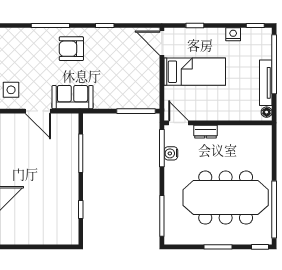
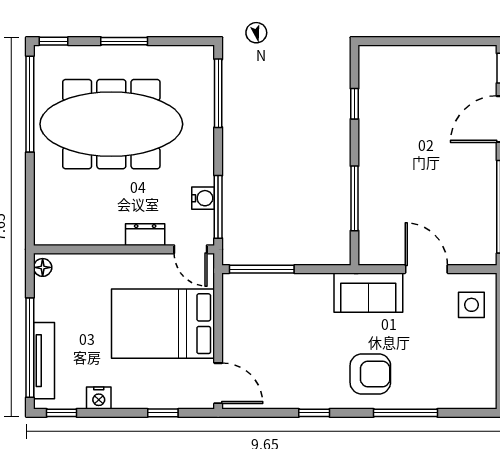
bed: (195, 72) -> (163, 324), width x1.50
tv unit: (266, 83) -> (44, 361), moved

